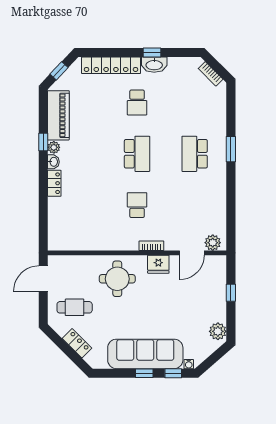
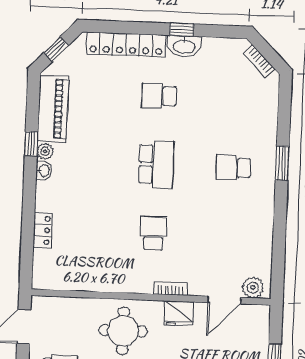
school desk: (137, 102) -> (159, 96), turned 90
school desk: (195, 154) -> (233, 168), width x0.54
locker: (54, 183) -> (43, 230), moved

